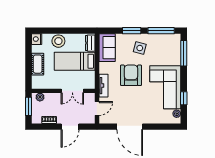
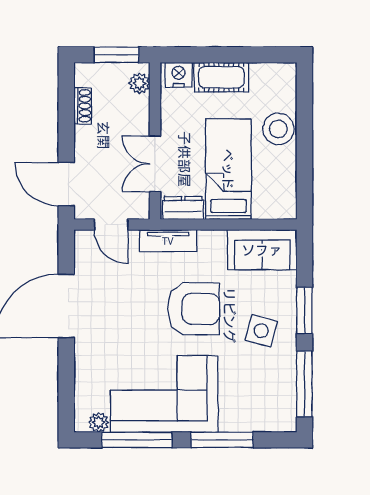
nightstand: (37, 39) -> (179, 75), moved
dresser: (90, 43) -> (183, 208), moved
window: (184, 53) -> (222, 440), moved
window: (184, 98) -> (137, 440), width x2.17
door: (70, 127) -> (66, 184), moved

